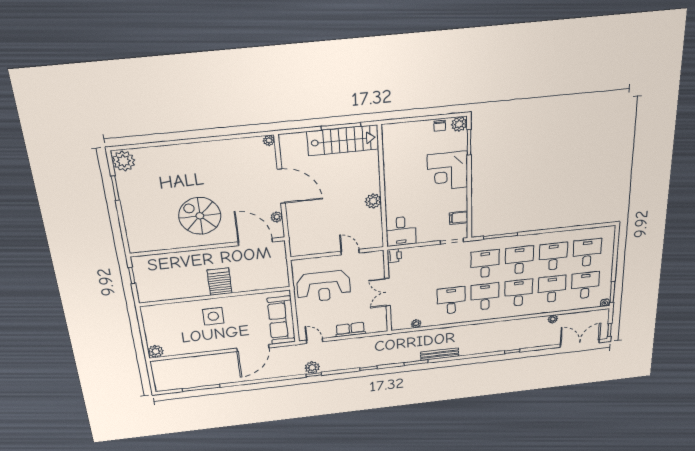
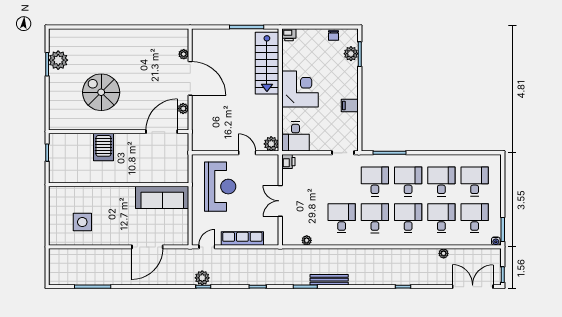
plant: (459, 124) -> (351, 54), moved
printer: (390, 130) -> (289, 35), added
plant: (269, 140) -> (184, 54), moved
stairs: (343, 140) -> (267, 63), moved, turned 90
plant: (124, 161) -> (58, 60), moved
corner desk: (448, 171) -> (300, 89), moved, turned 180
plant: (373, 201) -> (271, 144), moved
spiral stairs: (200, 216) -> (101, 92), moved
filing cabinet: (459, 218) -> (350, 106), moved
door: (255, 242) -> (162, 132), hinge flipped
server rack: (220, 282) -> (103, 147), moved, turned 180
reception desk: (324, 286) -> (220, 187), turned -90
side table: (213, 316) -> (82, 222), moved
sofa: (281, 320) -> (162, 197), moved, turned -90
row of seats: (350, 330) -> (242, 238), width x1.48
door: (314, 341) -> (207, 247), hinge flipped
plant: (156, 351) -> (56, 238), removed

